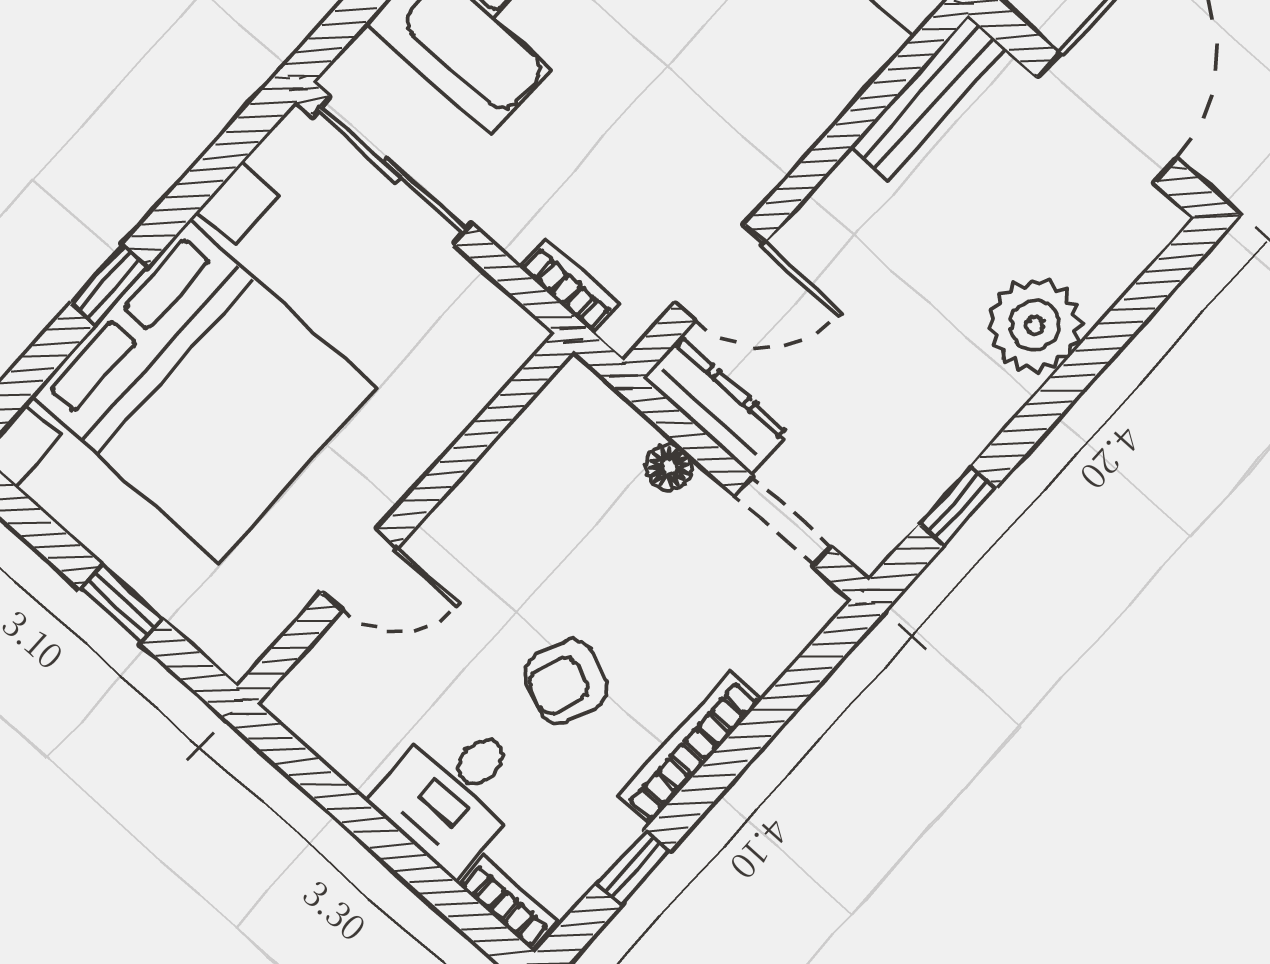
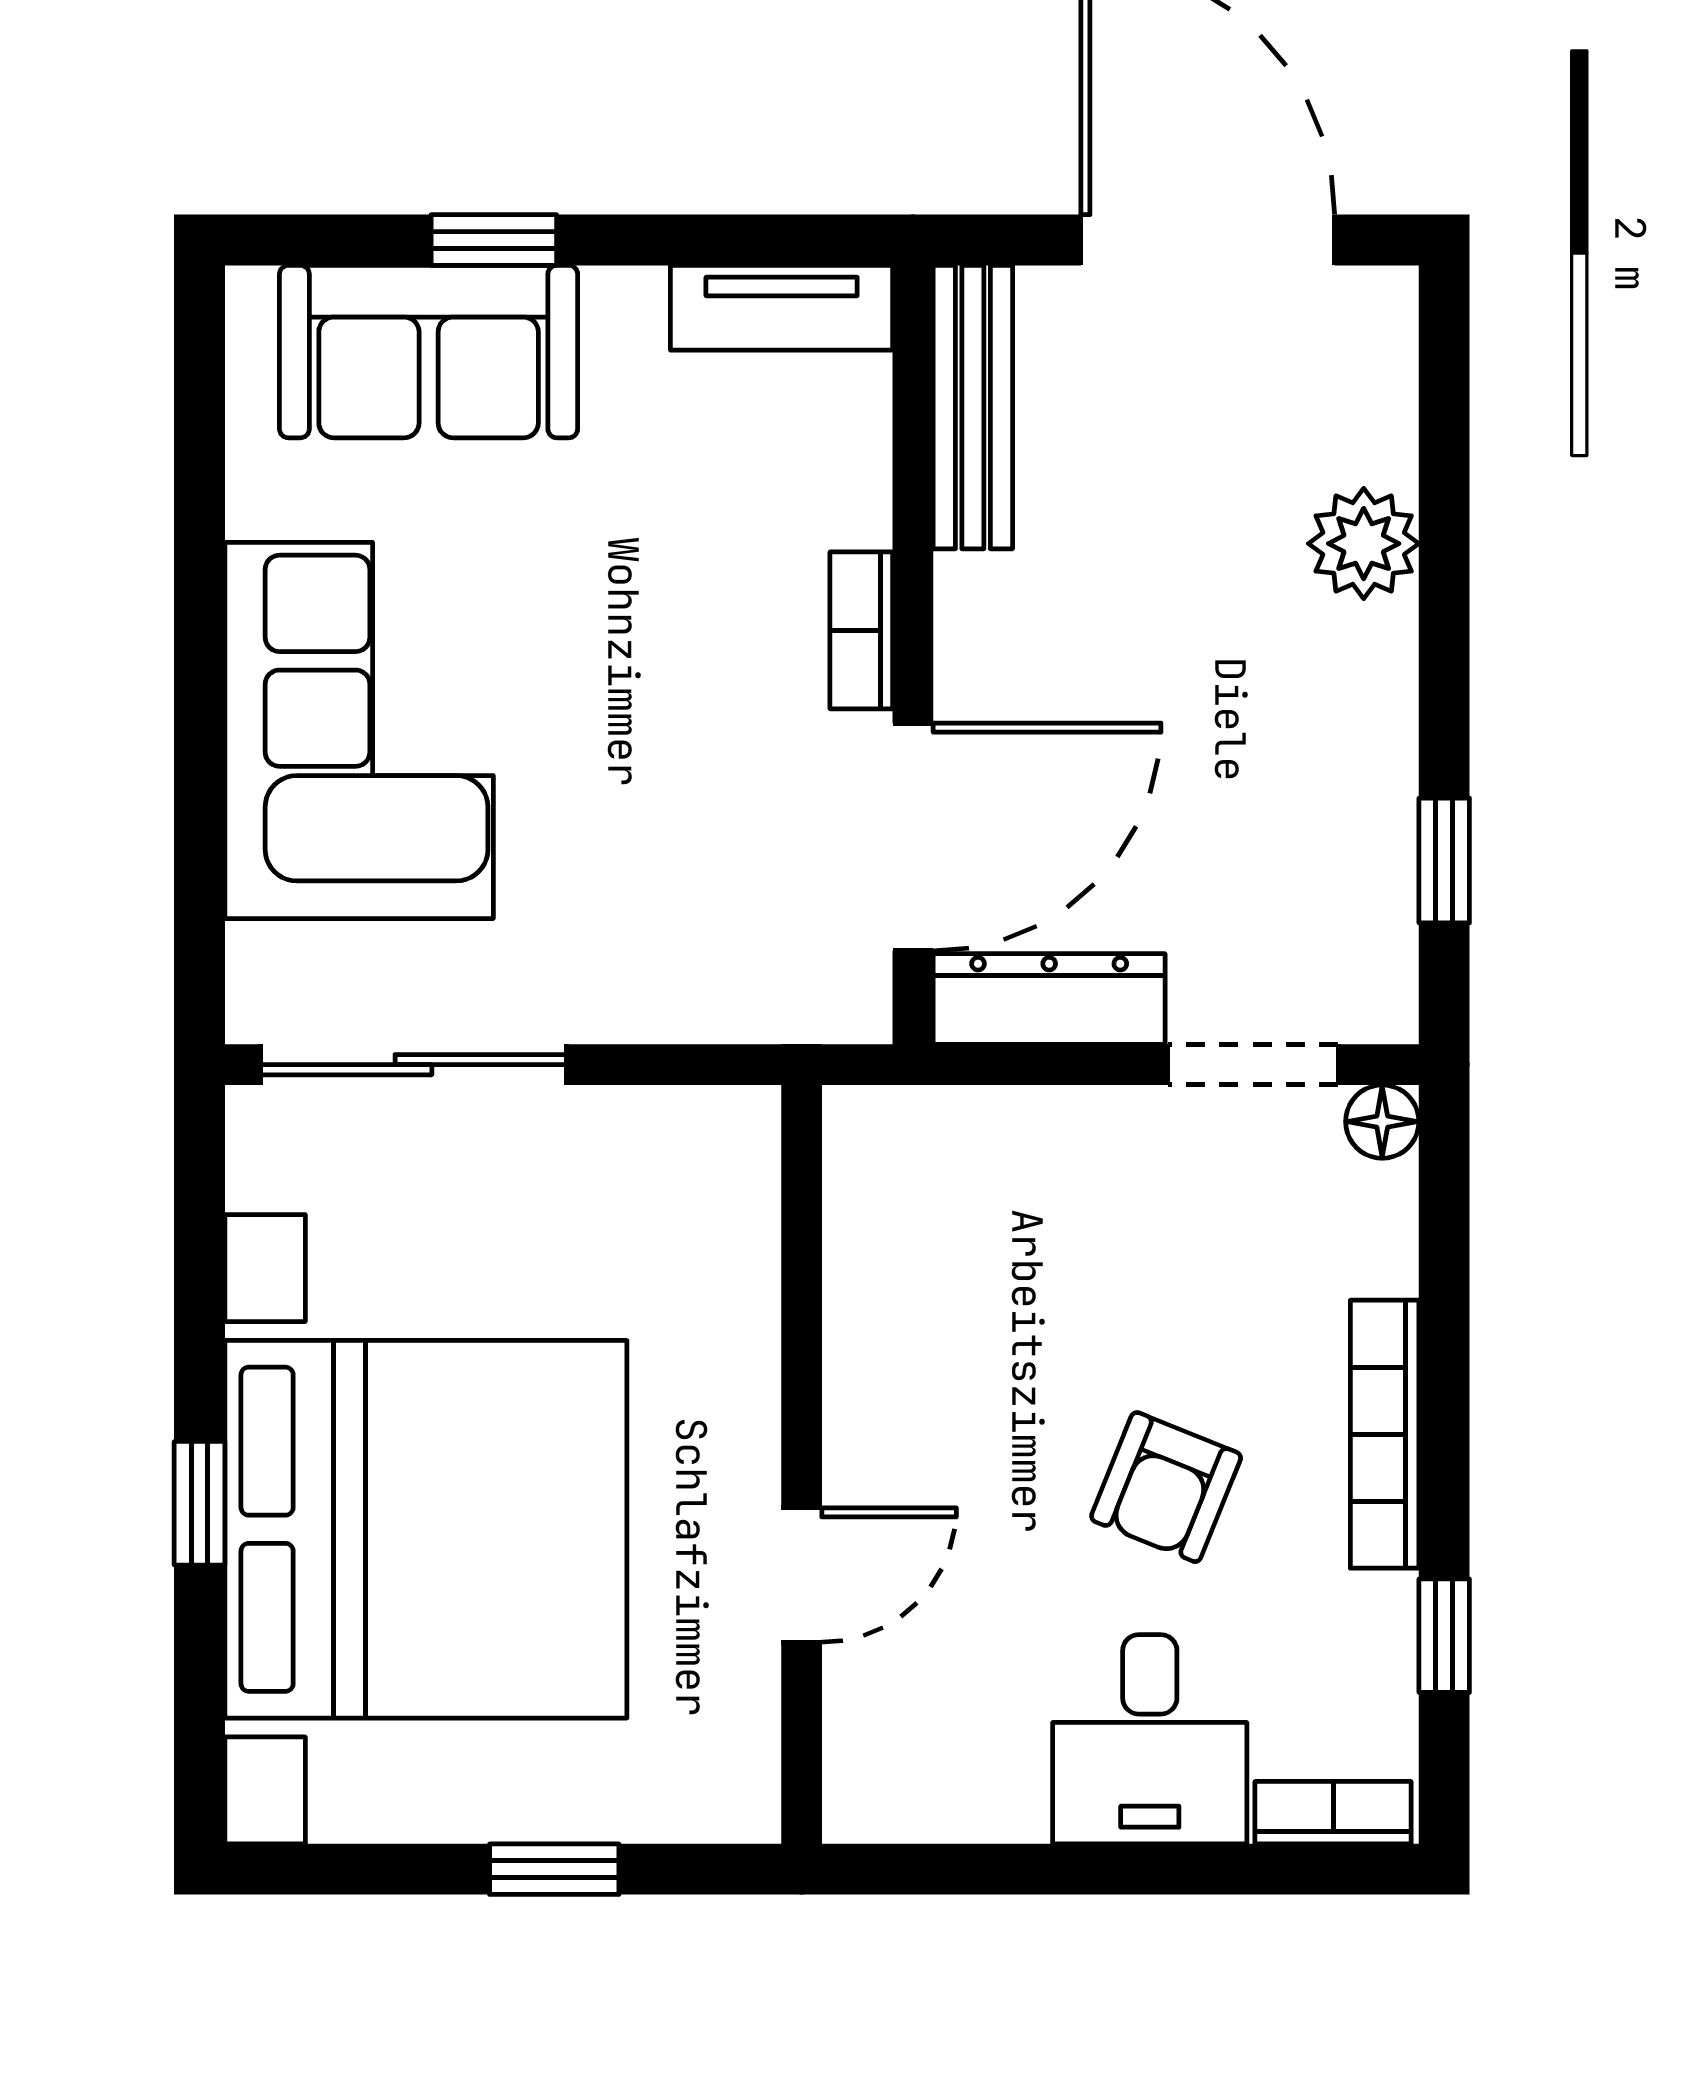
door: (720, 273) -> (913, 837), width x1.36
bookcase: (569, 285) -> (861, 630), moved, turned -90
plant: (1035, 325) -> (1364, 544), width x0.73, depth x0.73
floor lamp: (669, 467) -> (1382, 1122), moved

